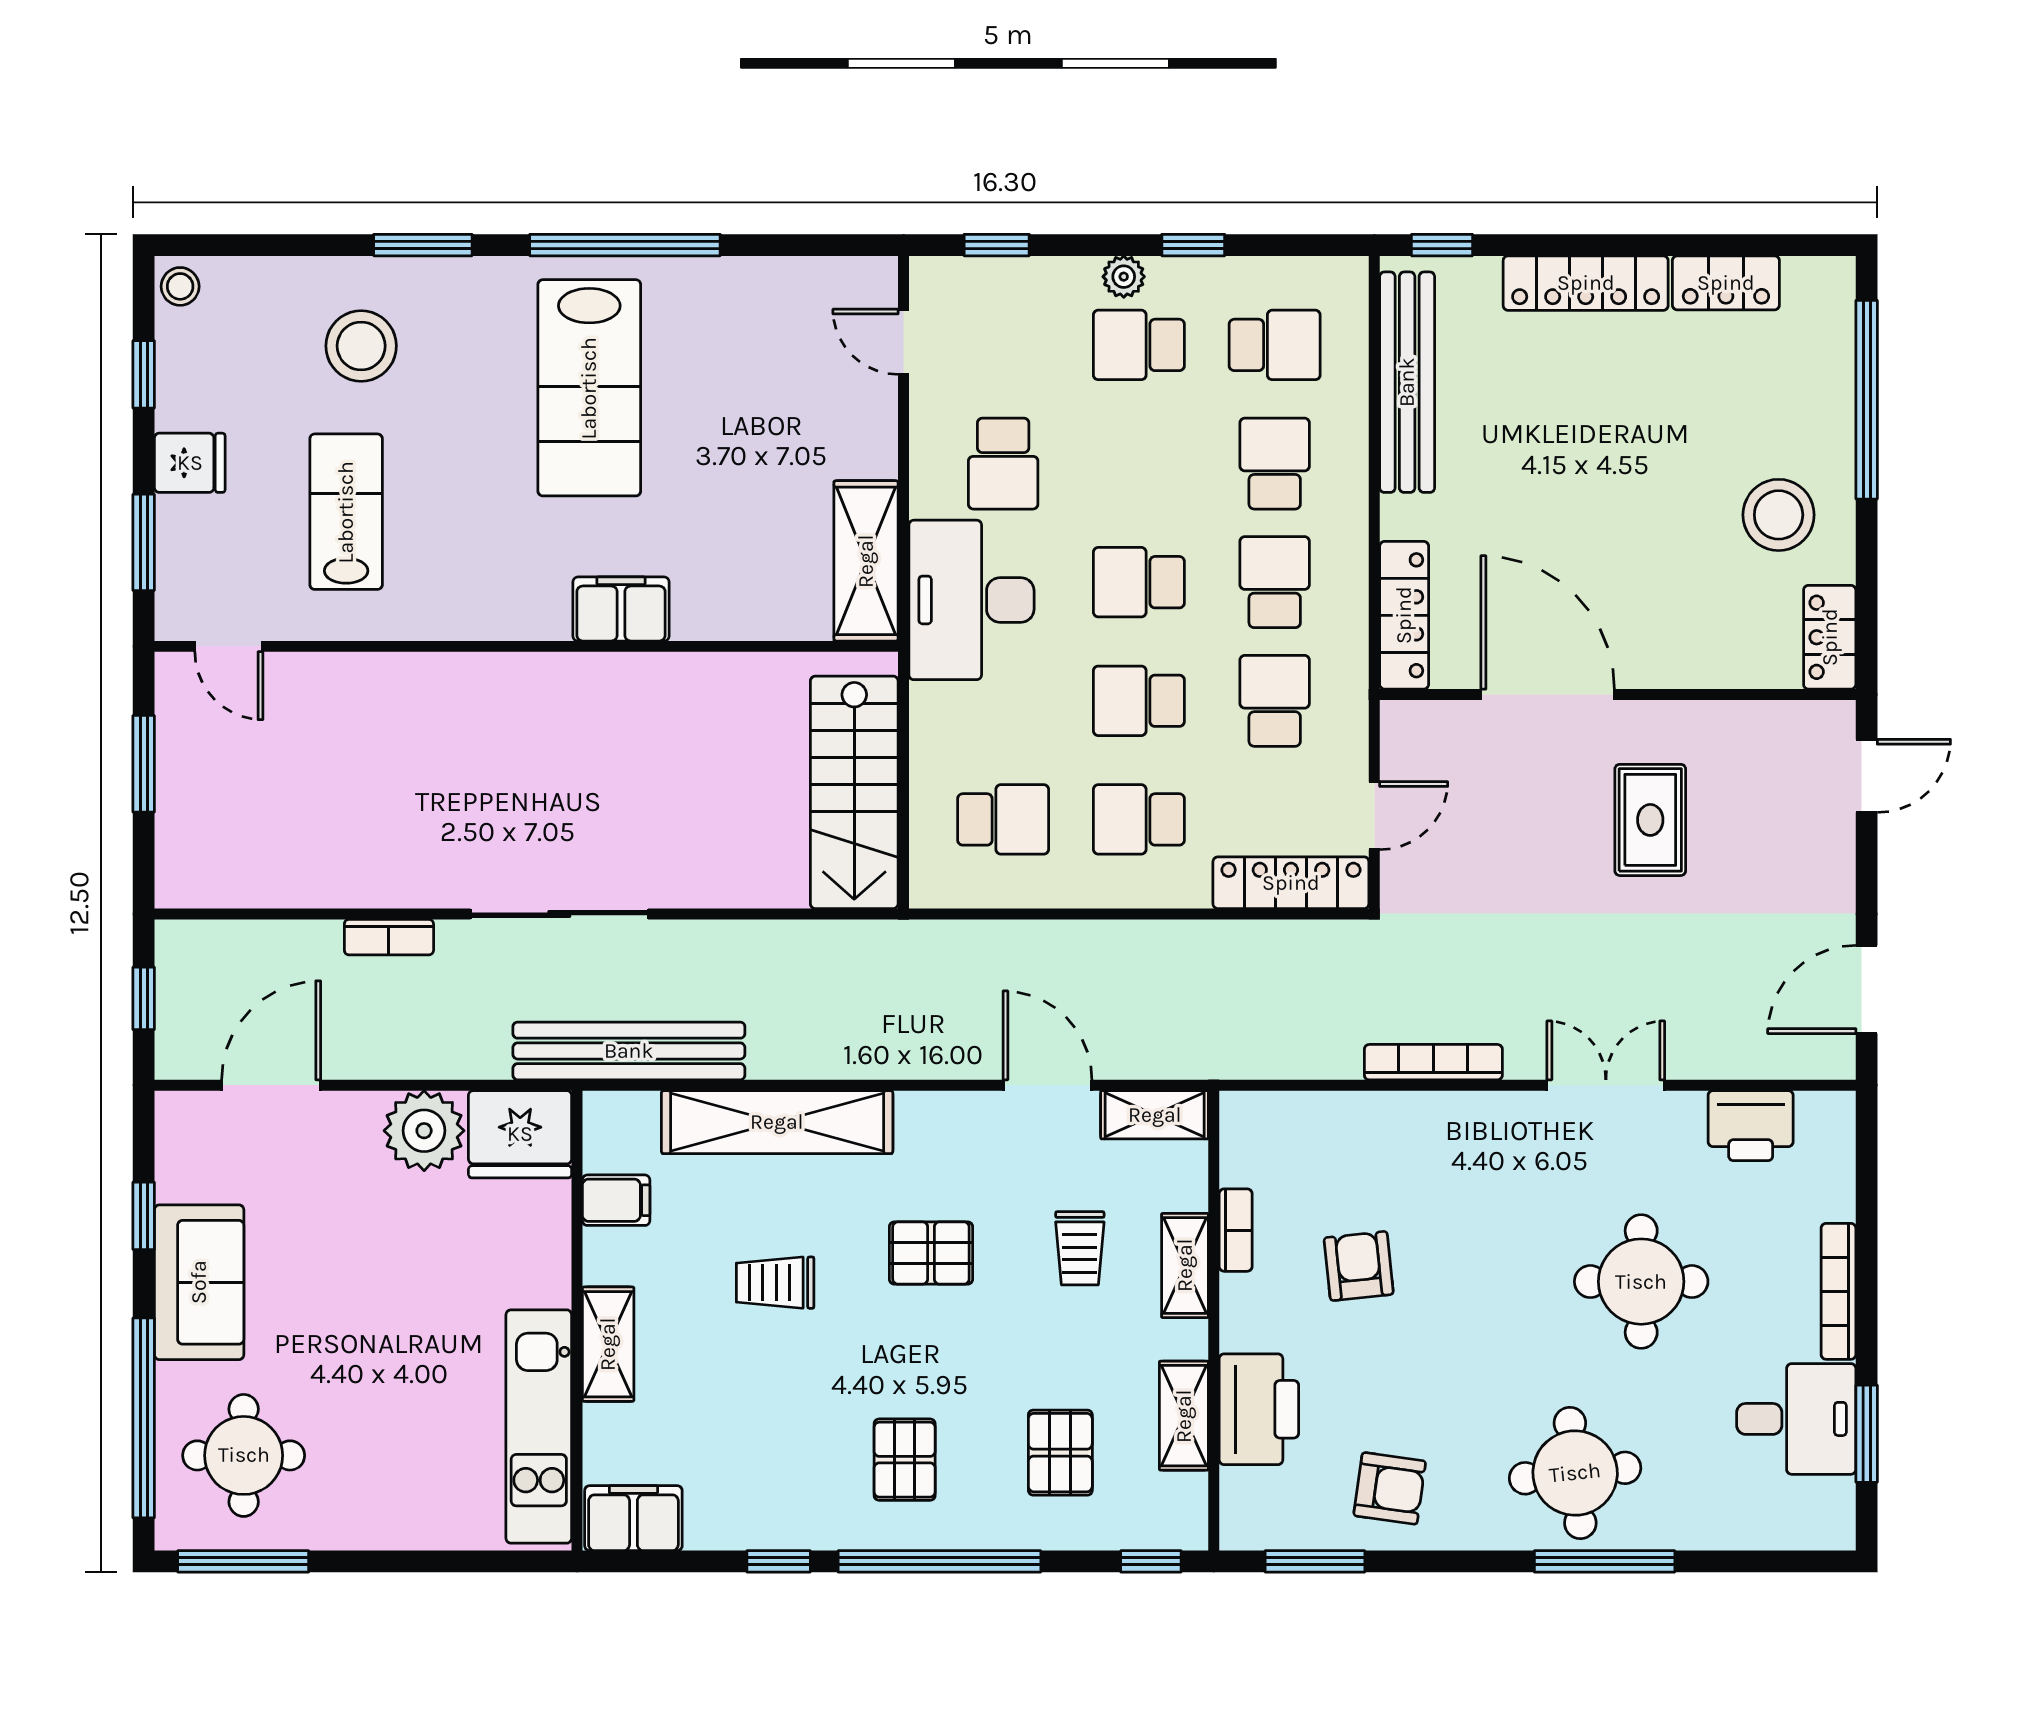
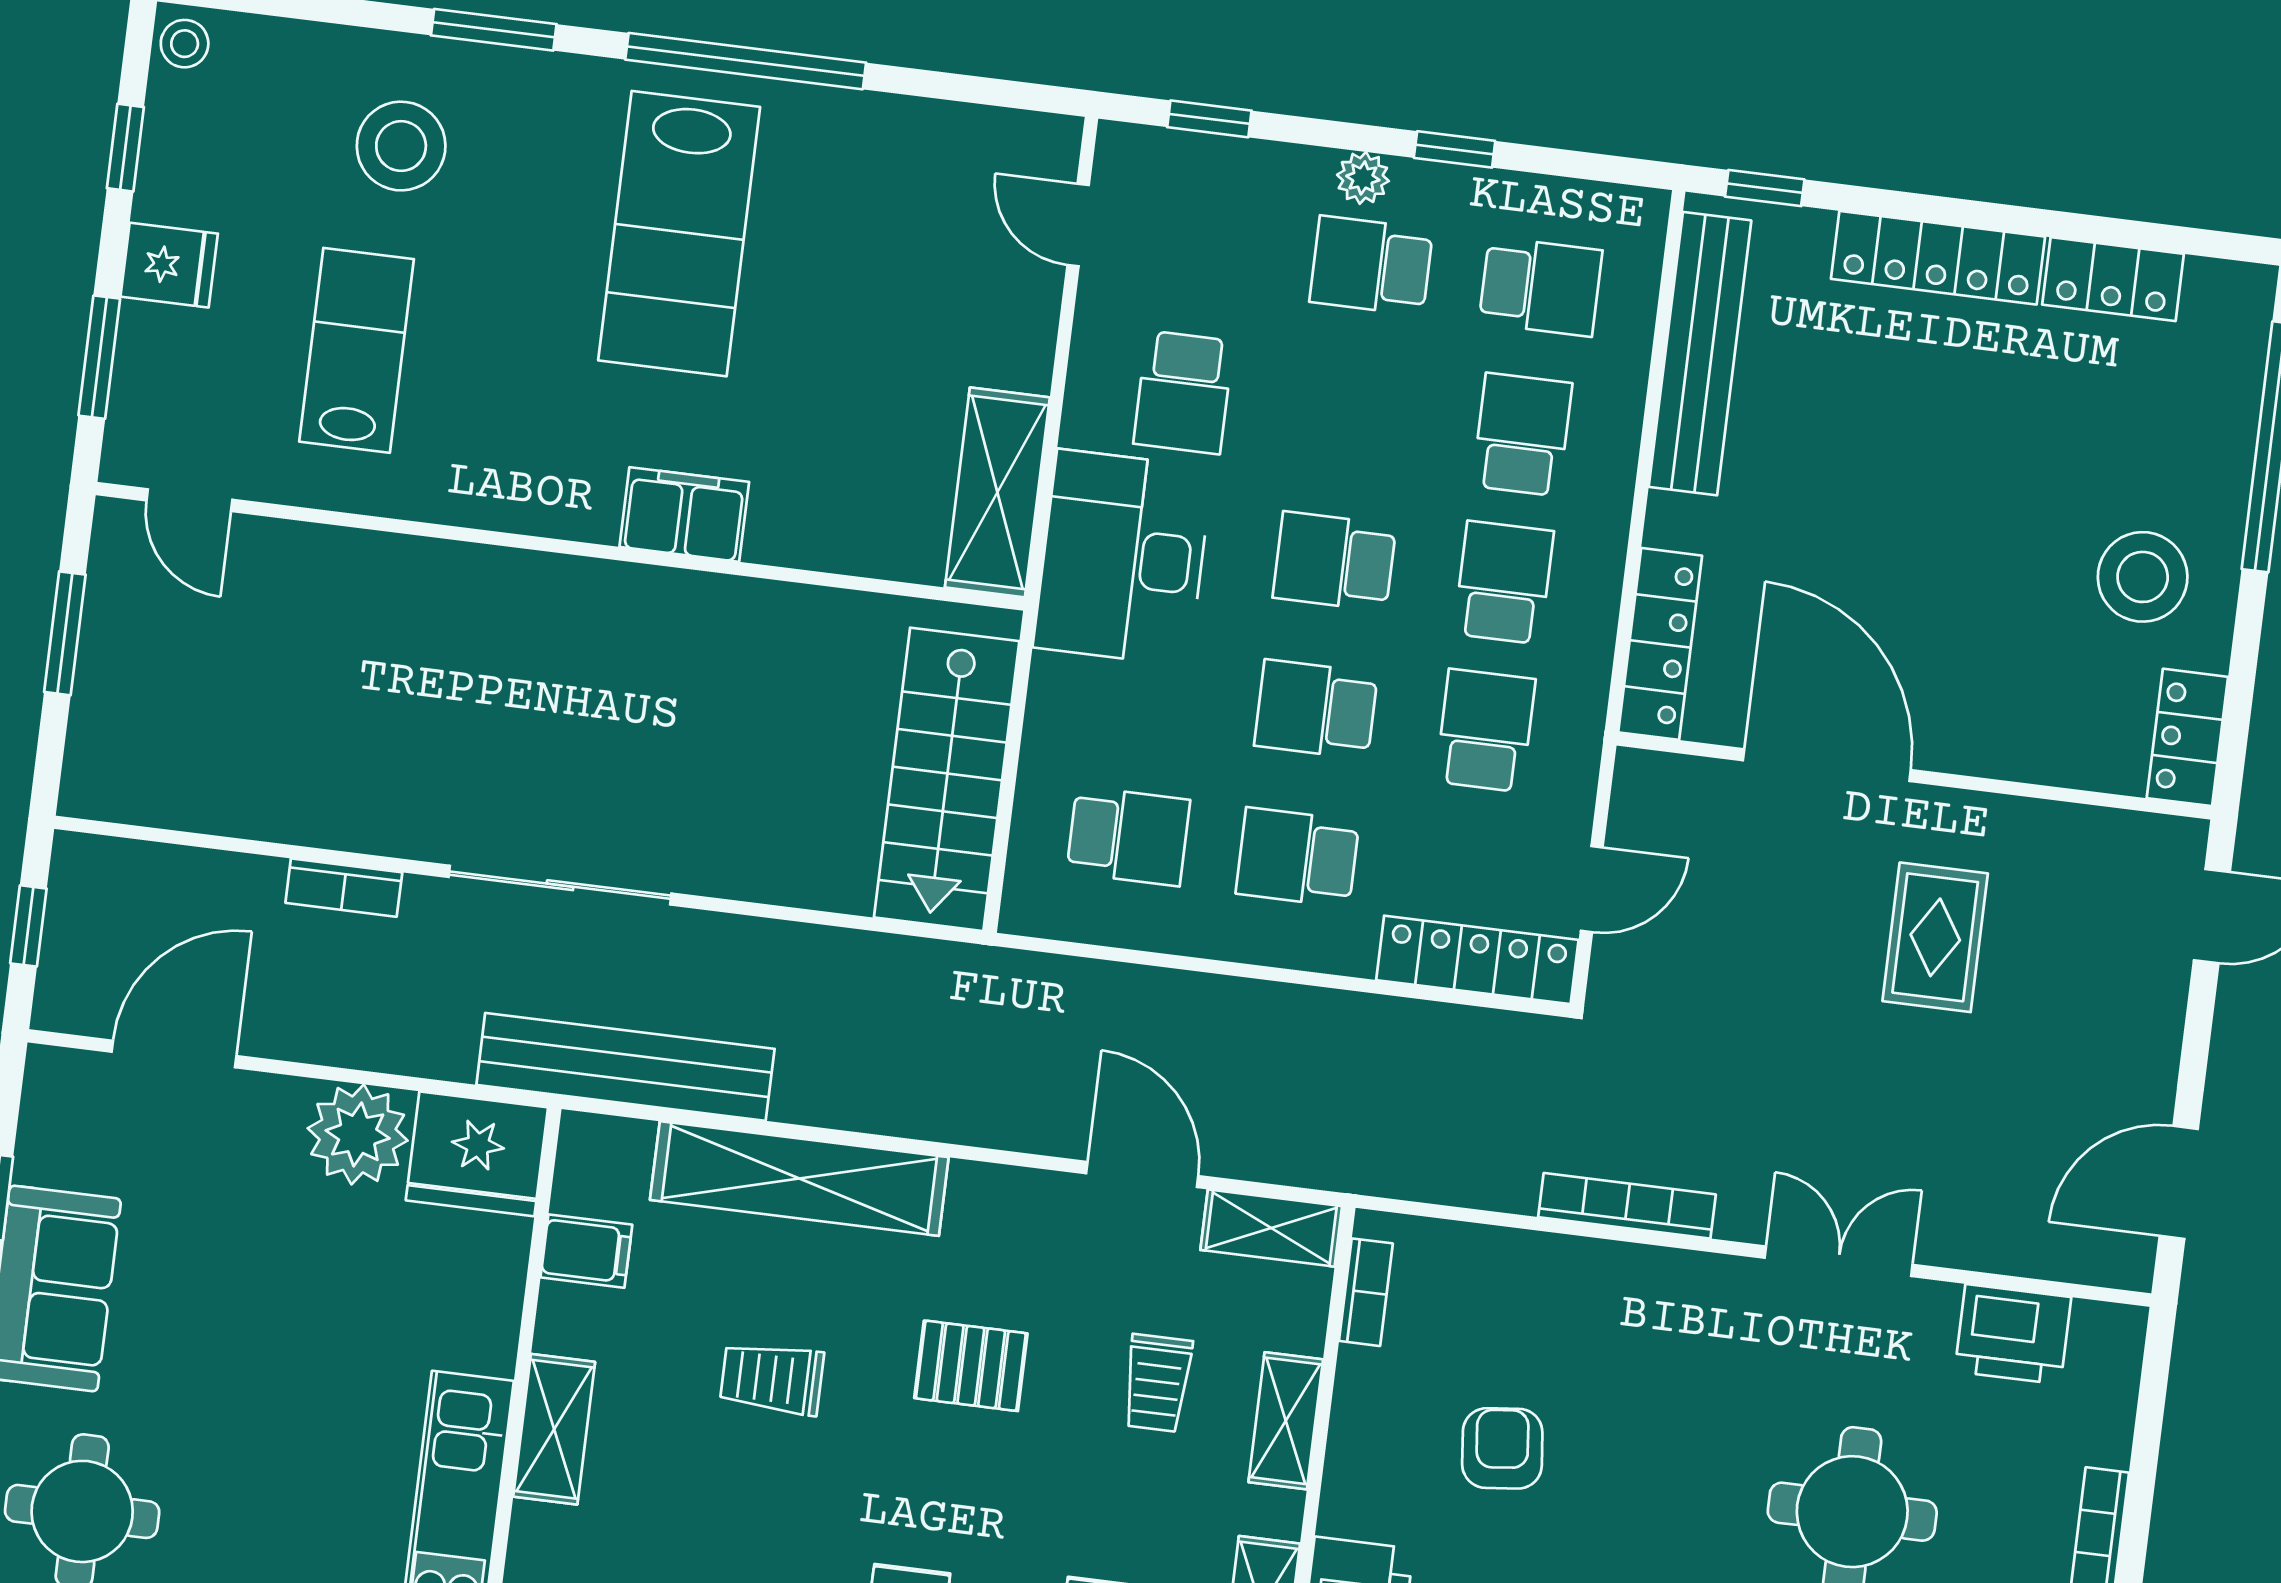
bookcase: (1236, 1230) -> (1366, 1292), moved

